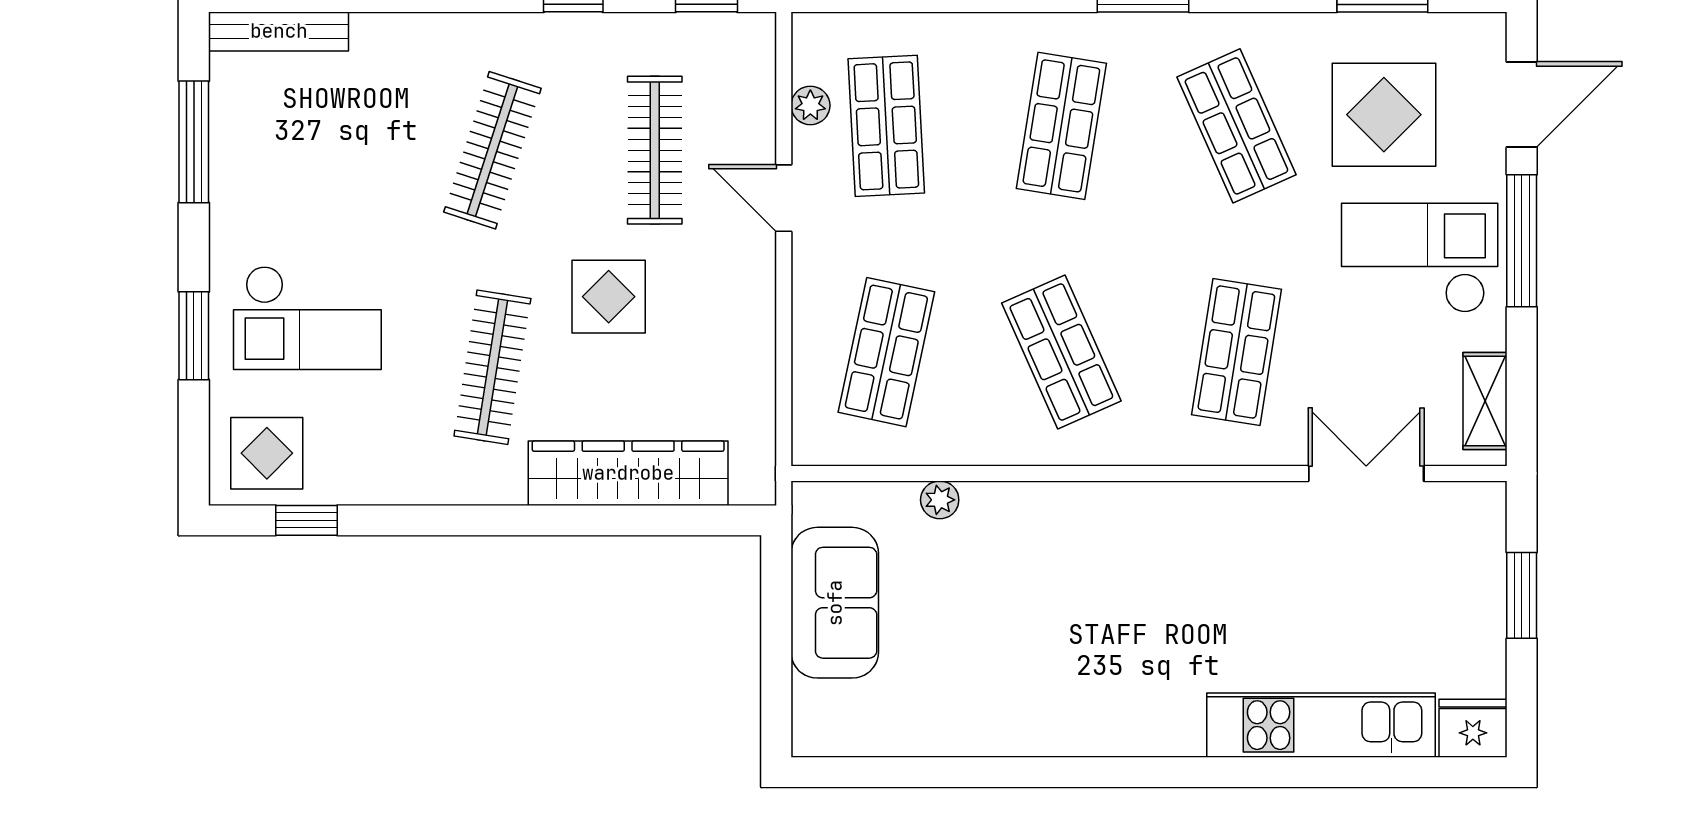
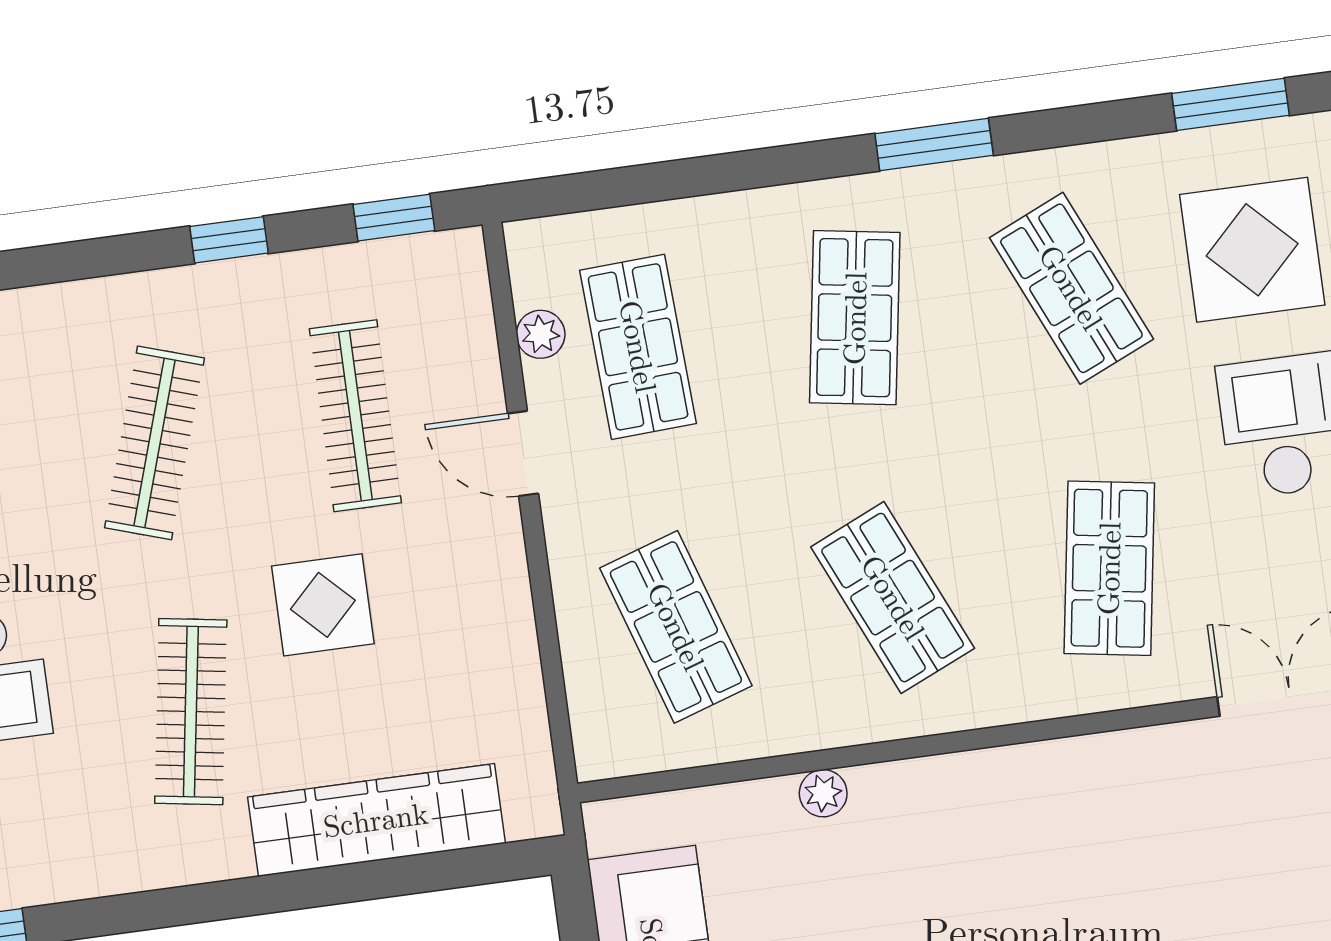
shop shelf: (886, 352) -> (676, 627), turned -30
plant: (940, 500) -> (823, 793), moved

